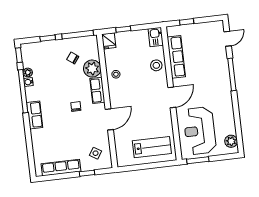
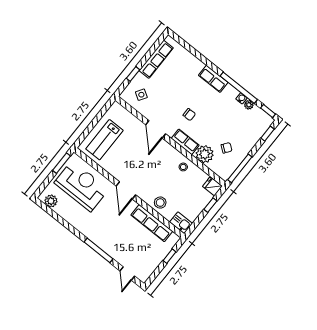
window: (48, 38) -> (268, 134), moved

